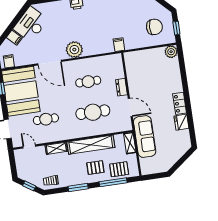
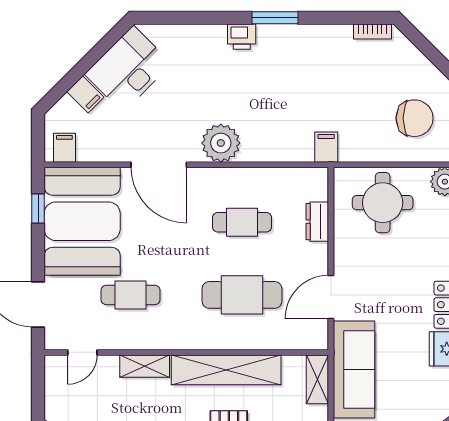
round table: (146, 64) -> (383, 203), added
dresser: (121, 87) -> (317, 222), moved
door: (130, 107) -> (331, 297), swing flipped
door: (29, 146) -> (82, 352), swing flipped

